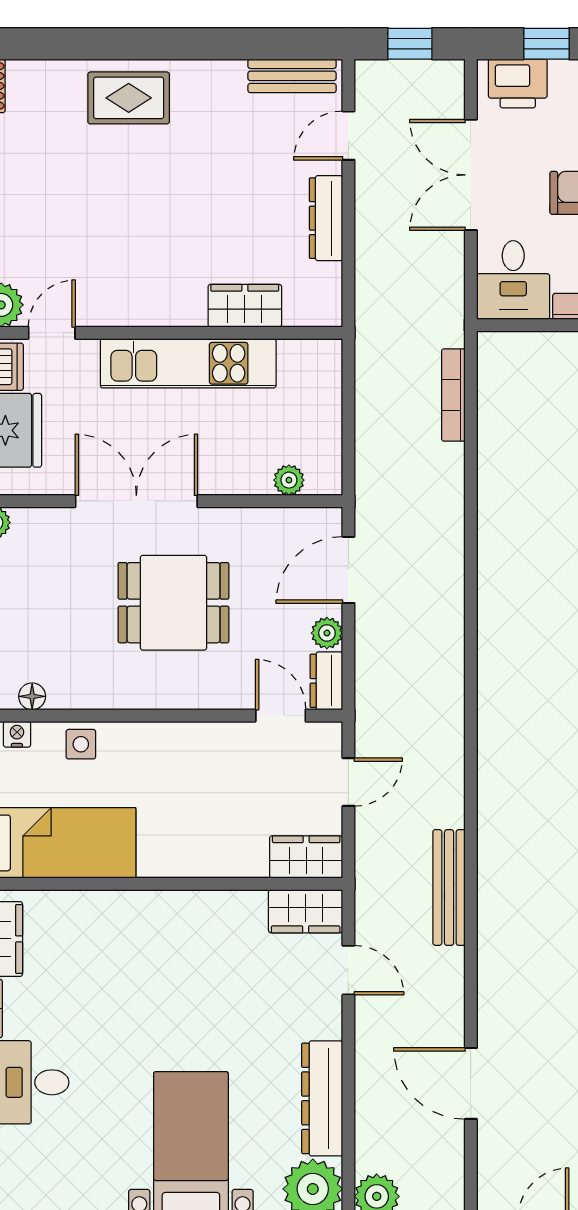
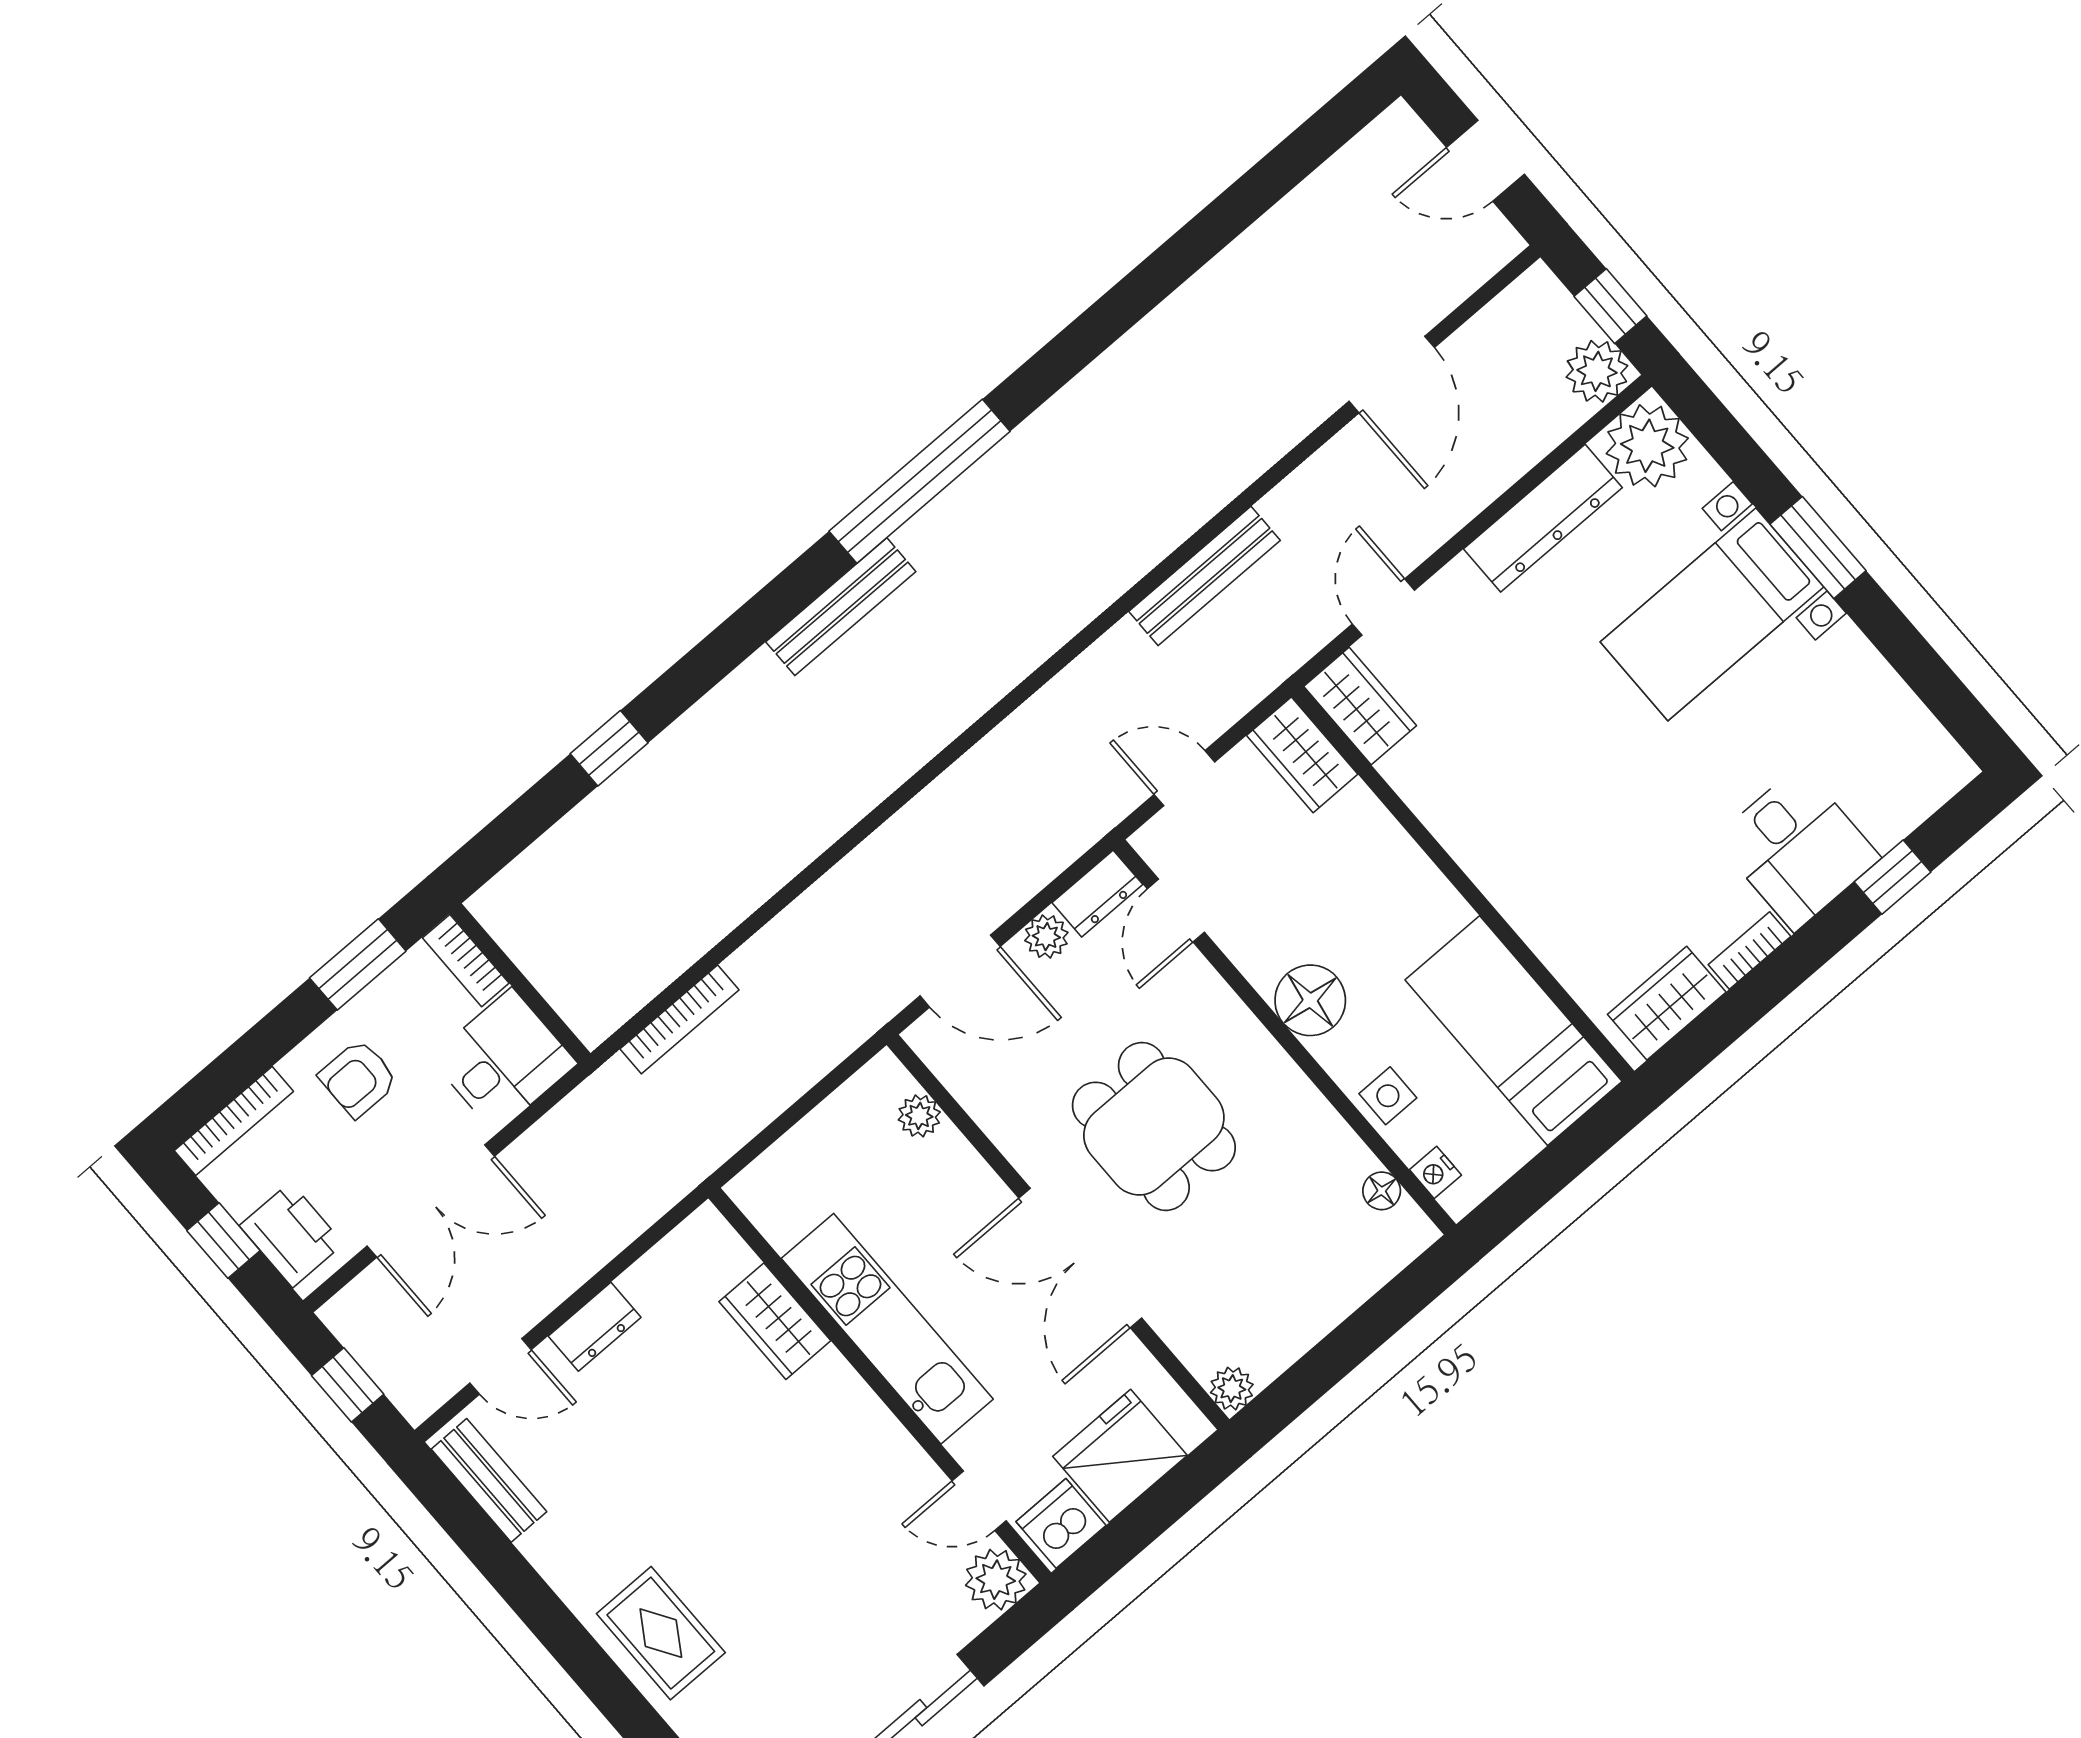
dresser: (326, 218) -> (595, 1327), width x0.70
floor lamp: (169, 747) -> (1310, 1000), added

